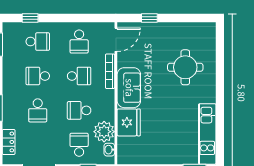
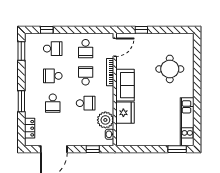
school desk: (79, 76) -> (86, 76), turned -90
school desk: (79, 110) -> (86, 103), turned 180
school desk: (79, 145) -> (86, 130), removed

